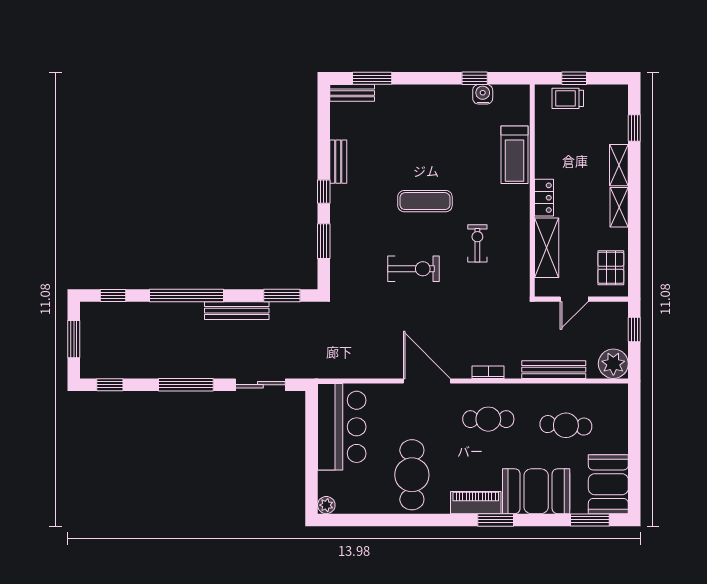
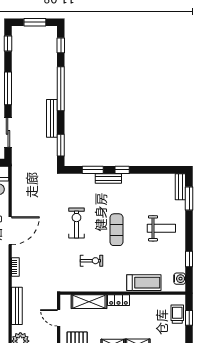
water cooler: (483, 94) -> (180, 279), moved
weight bench: (423, 125) -> (161, 228), added
treadmill: (515, 155) -> (144, 283), turned 180
bench: (338, 162) -> (108, 178), moved
exercise bike: (414, 269) -> (76, 223), turned 180

